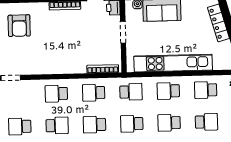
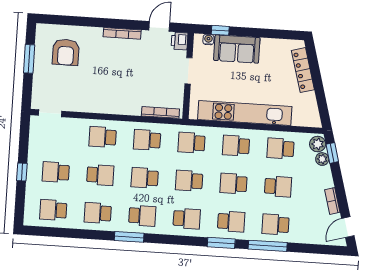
school desk: (131, 92) -> (192, 143), turned 180

